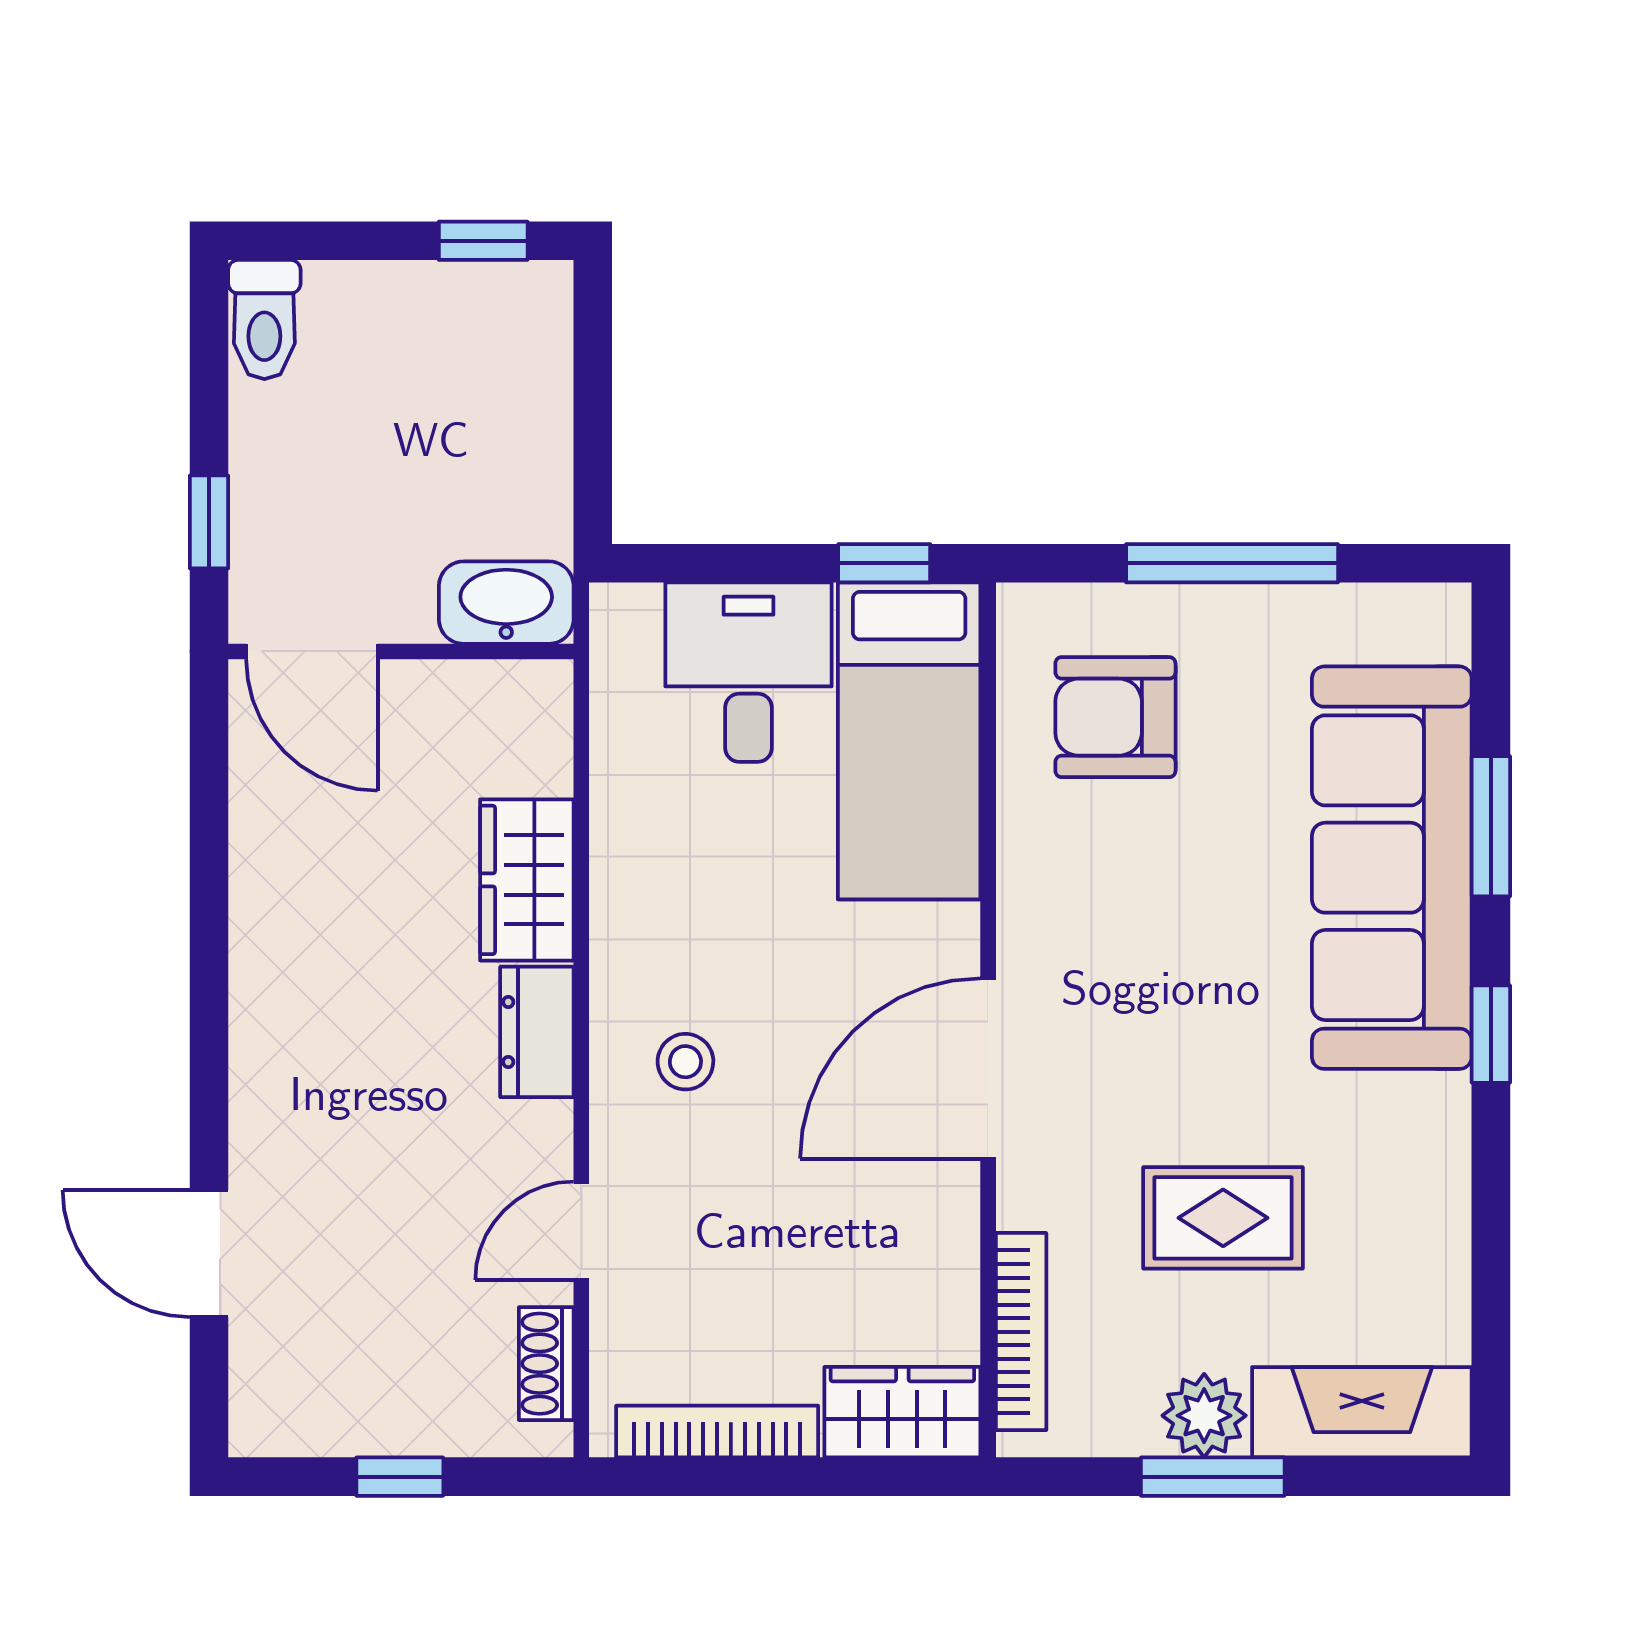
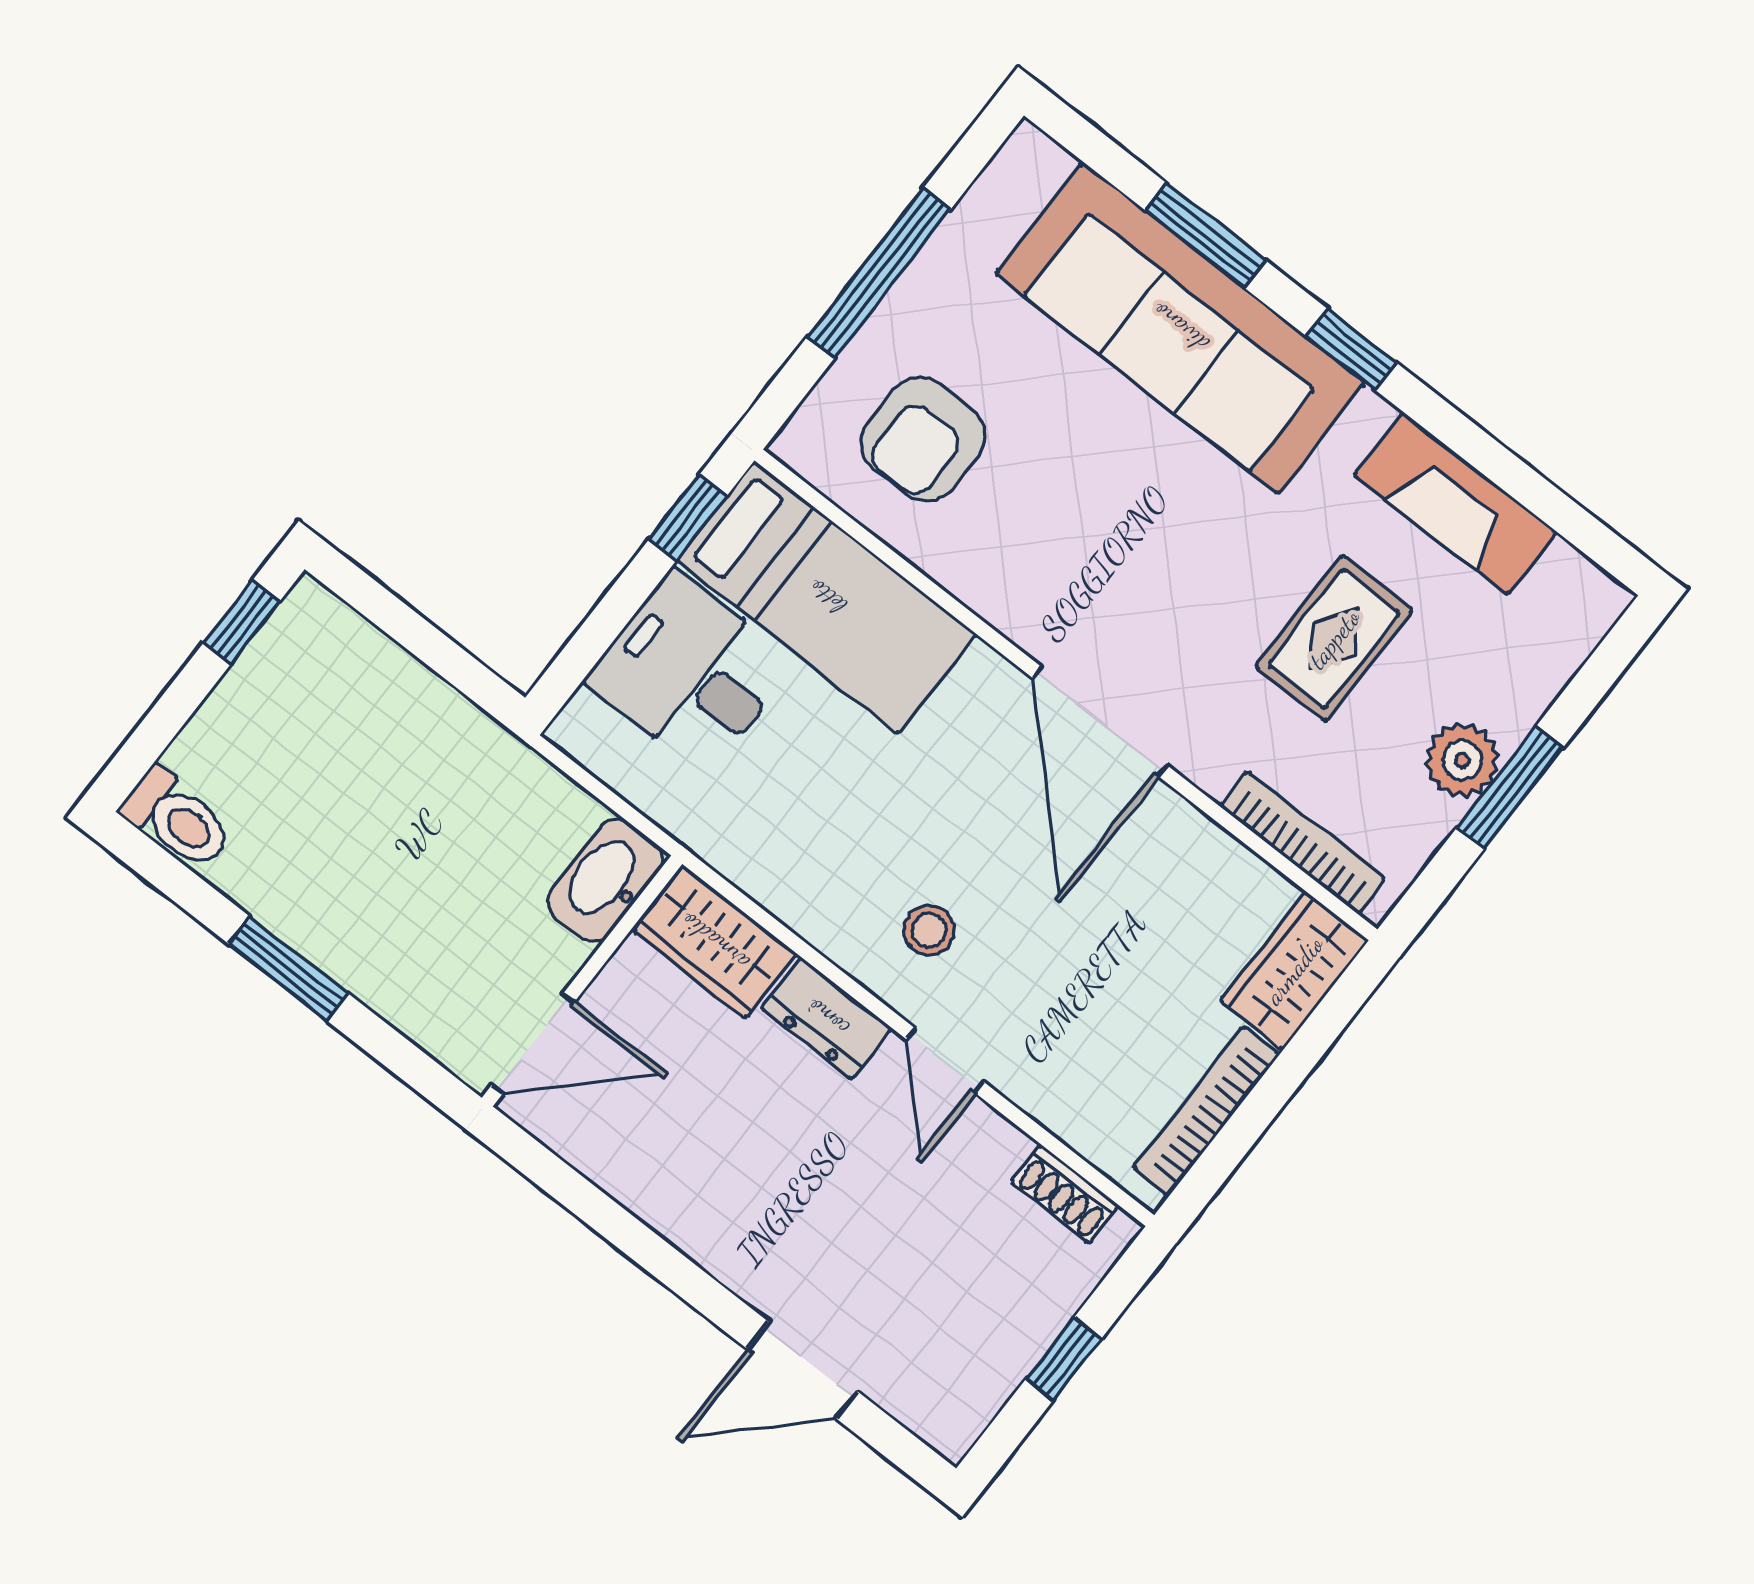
window: (209, 522) -> (289, 969), width x1.50
washbasin: (506, 603) -> (605, 880), moved
door: (312, 651) -> (533, 1043), moved
wall: (401, 651) -> (582, 981), moved
door: (581, 1231) -> (945, 1061), moved
fireplace: (1362, 1412) -> (1455, 503), moved, turned -90

